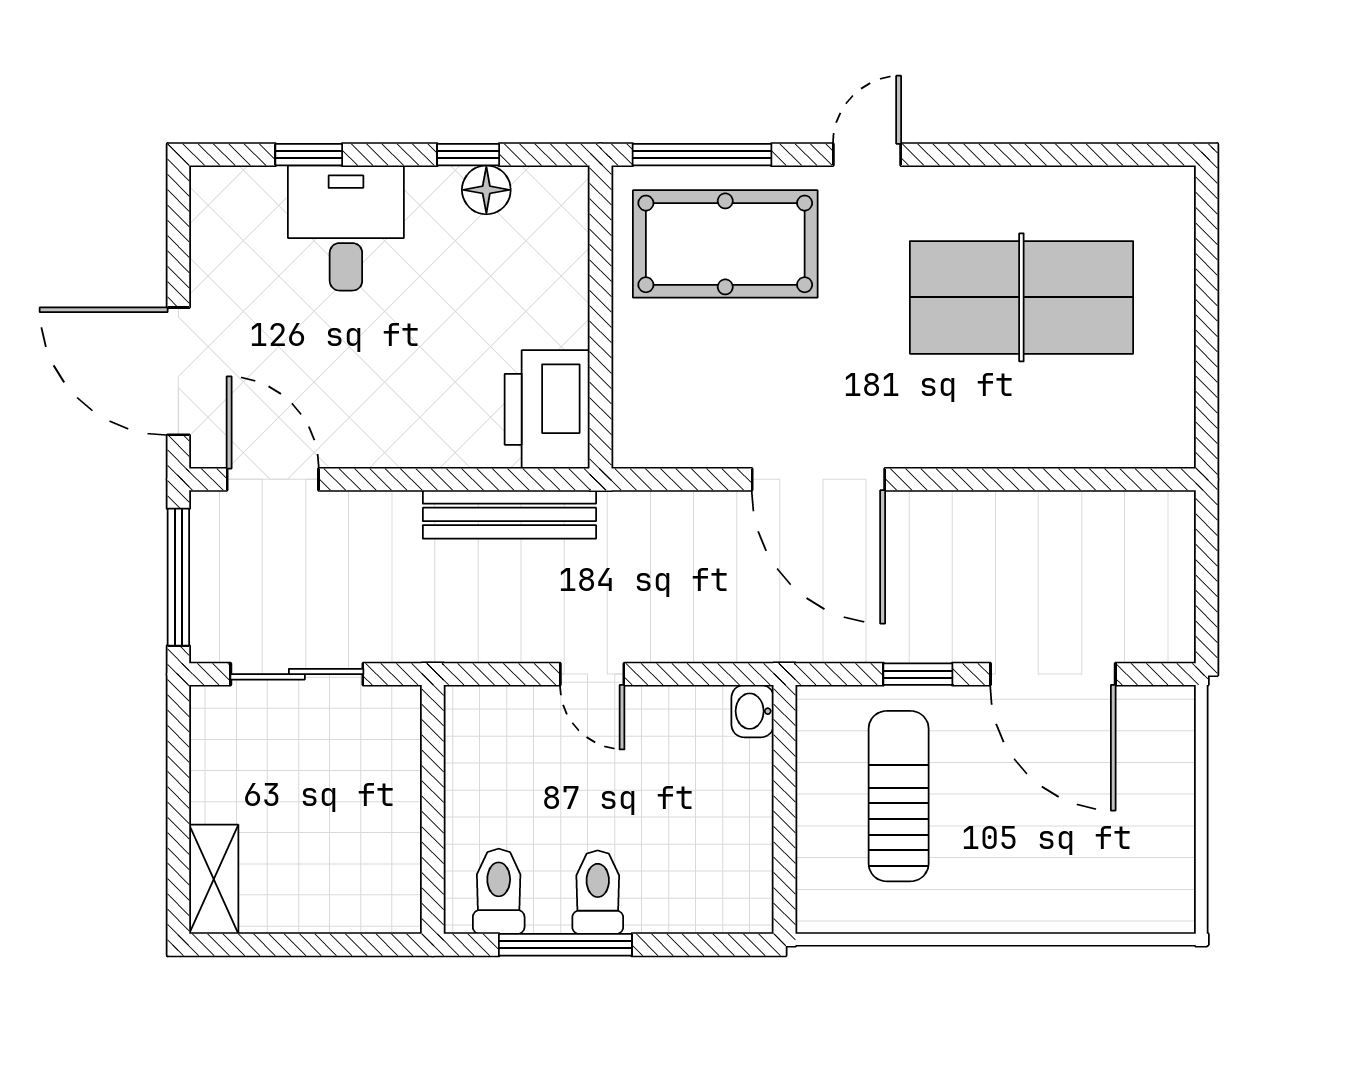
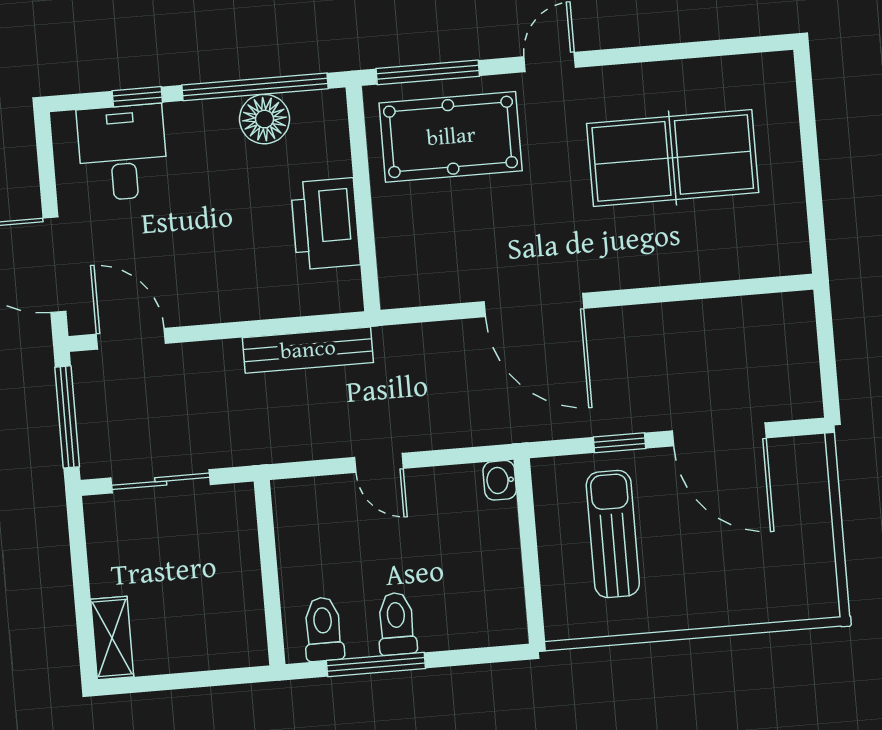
window: (468, 155) -> (255, 87), width x3.17
floor lamp: (486, 190) -> (264, 119), width x1.38, depth x1.38
desk: (346, 228) -> (123, 153), moved
printer: (547, 409) -> (325, 224), moved

